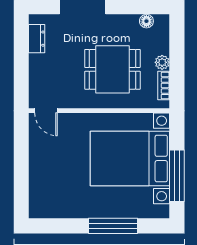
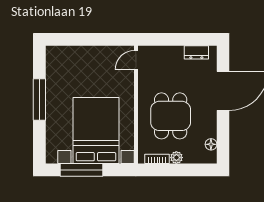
window: (113, 226) -> (39, 99), moved

